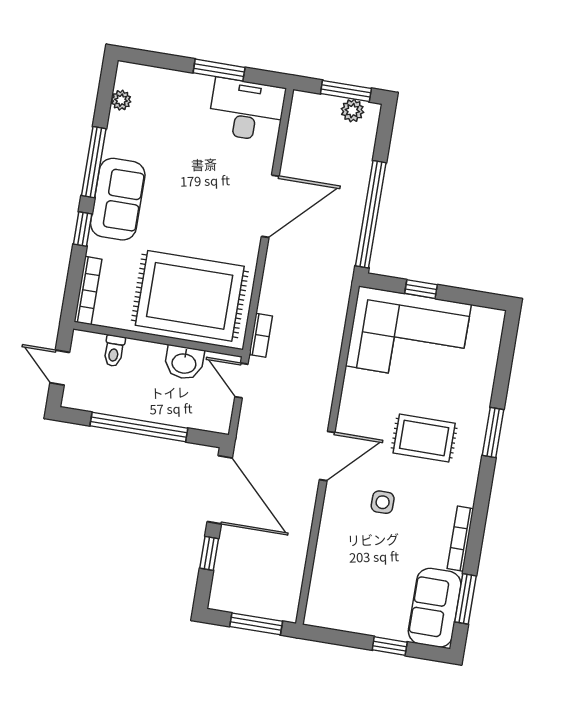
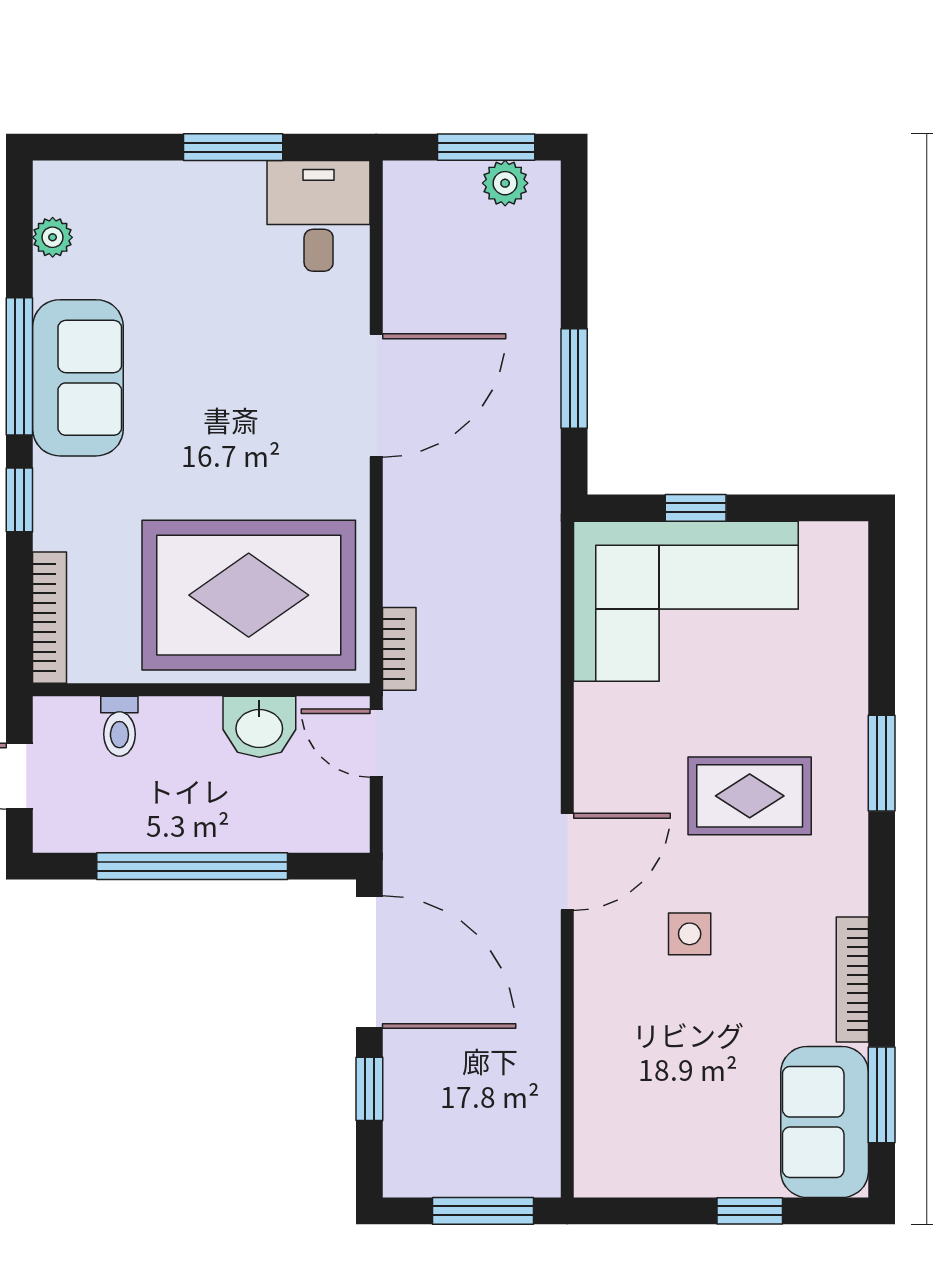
desk: (247, 110) -> (319, 216), width x0.73
sofa: (118, 199) -> (78, 378), moved
window: (371, 214) -> (574, 379), width x0.47

